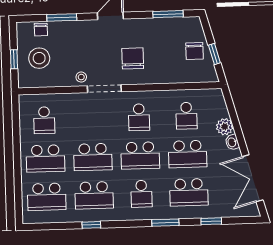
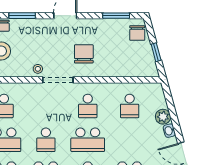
chair: (194, 51) -> (137, 33), moved
school desk: (188, 154) -> (130, 140), removed
school desk: (93, 157) -> (46, 140), width x0.54

